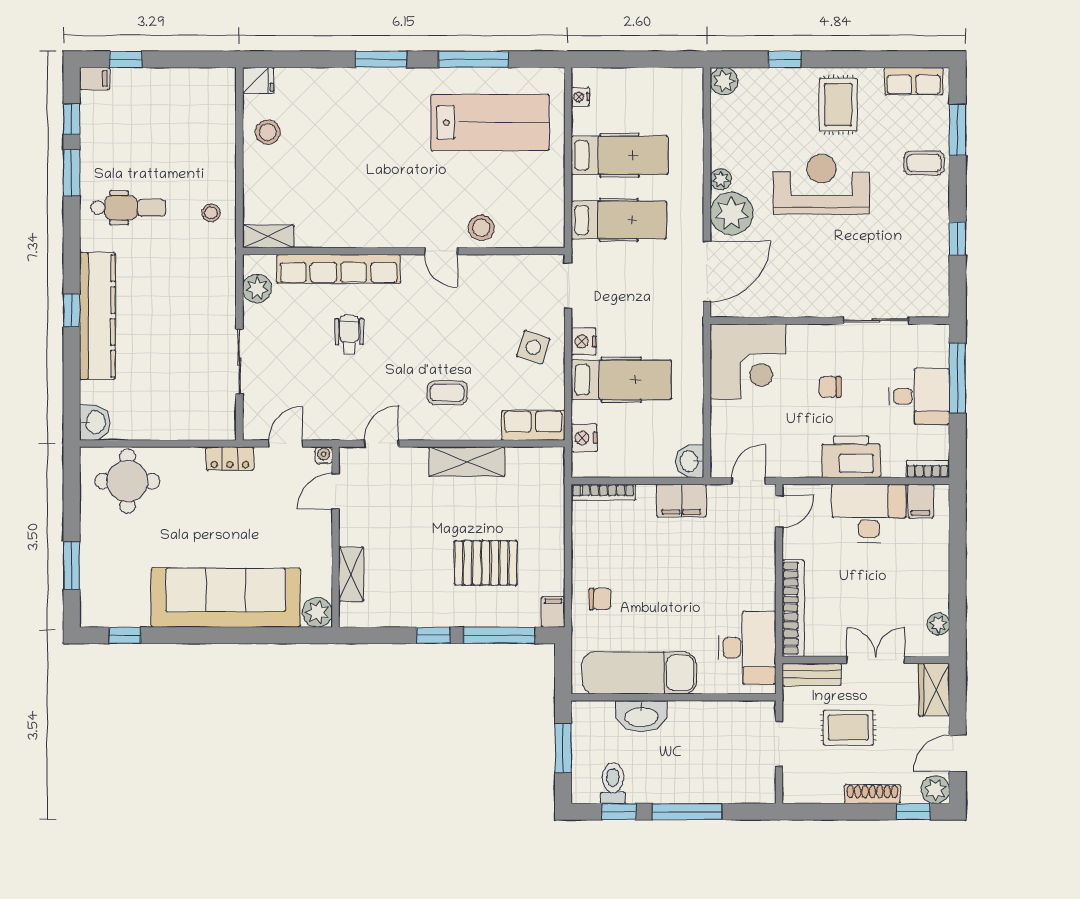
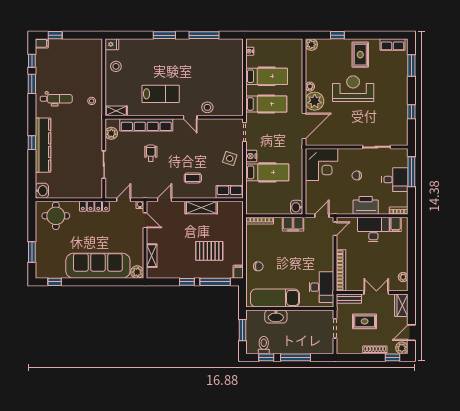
lab bench: (490, 122) -> (161, 94), moved, width x0.73, depth x0.72
coffee table: (924, 163) -> (397, 80), removed
nightstand: (584, 438) -> (251, 197), removed
locker: (230, 459) -> (94, 206), width x1.53
door: (336, 491) -> (145, 220), swing flipped

